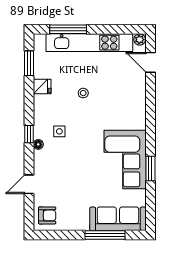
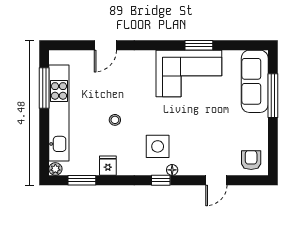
window: (68, 29) -> (44, 88), moved
plant: (140, 40) -> (55, 169), moved
door: (150, 62) -> (105, 45), moved
side table: (59, 131) -> (158, 146), width x1.87, depth x1.87
door: (29, 184) -> (216, 180), hinge flipped

